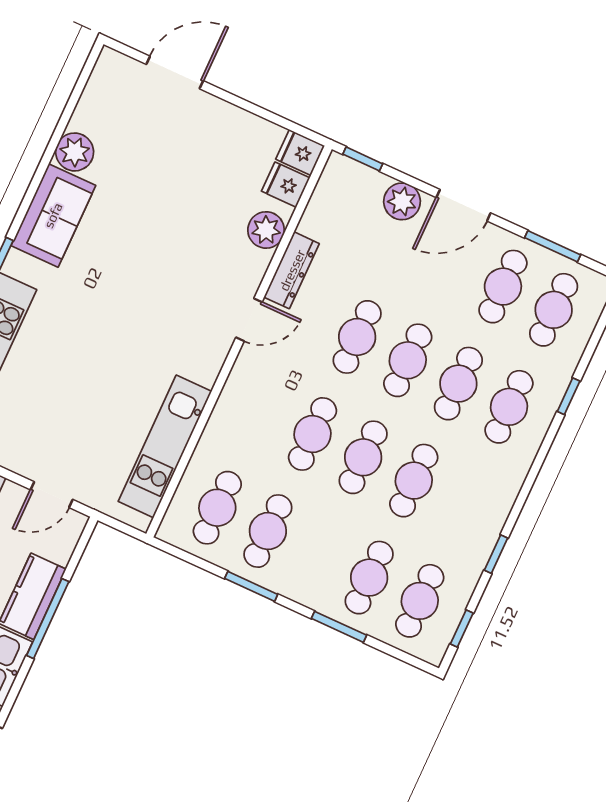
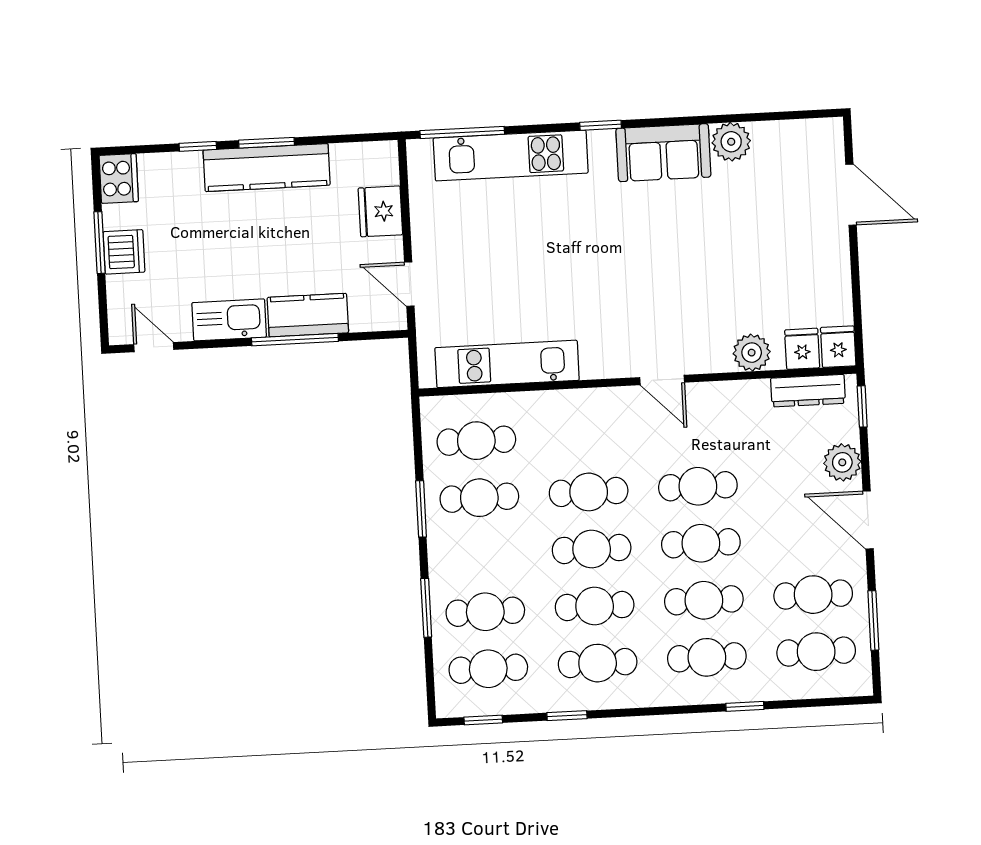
dresser: (292, 270) -> (808, 391), moved
cafe table: (464, 504) -> (598, 663), added

